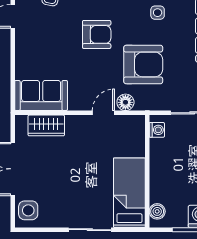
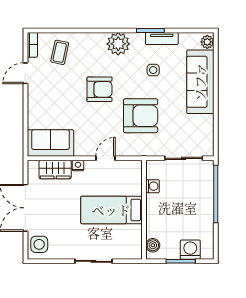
floor lamp: (125, 102) -> (125, 149), removed
nightstand: (72, 121) -> (78, 166), added
washing machine: (157, 130) -> (153, 186), moved
bed: (129, 193) -> (111, 210), moved, turned -90

